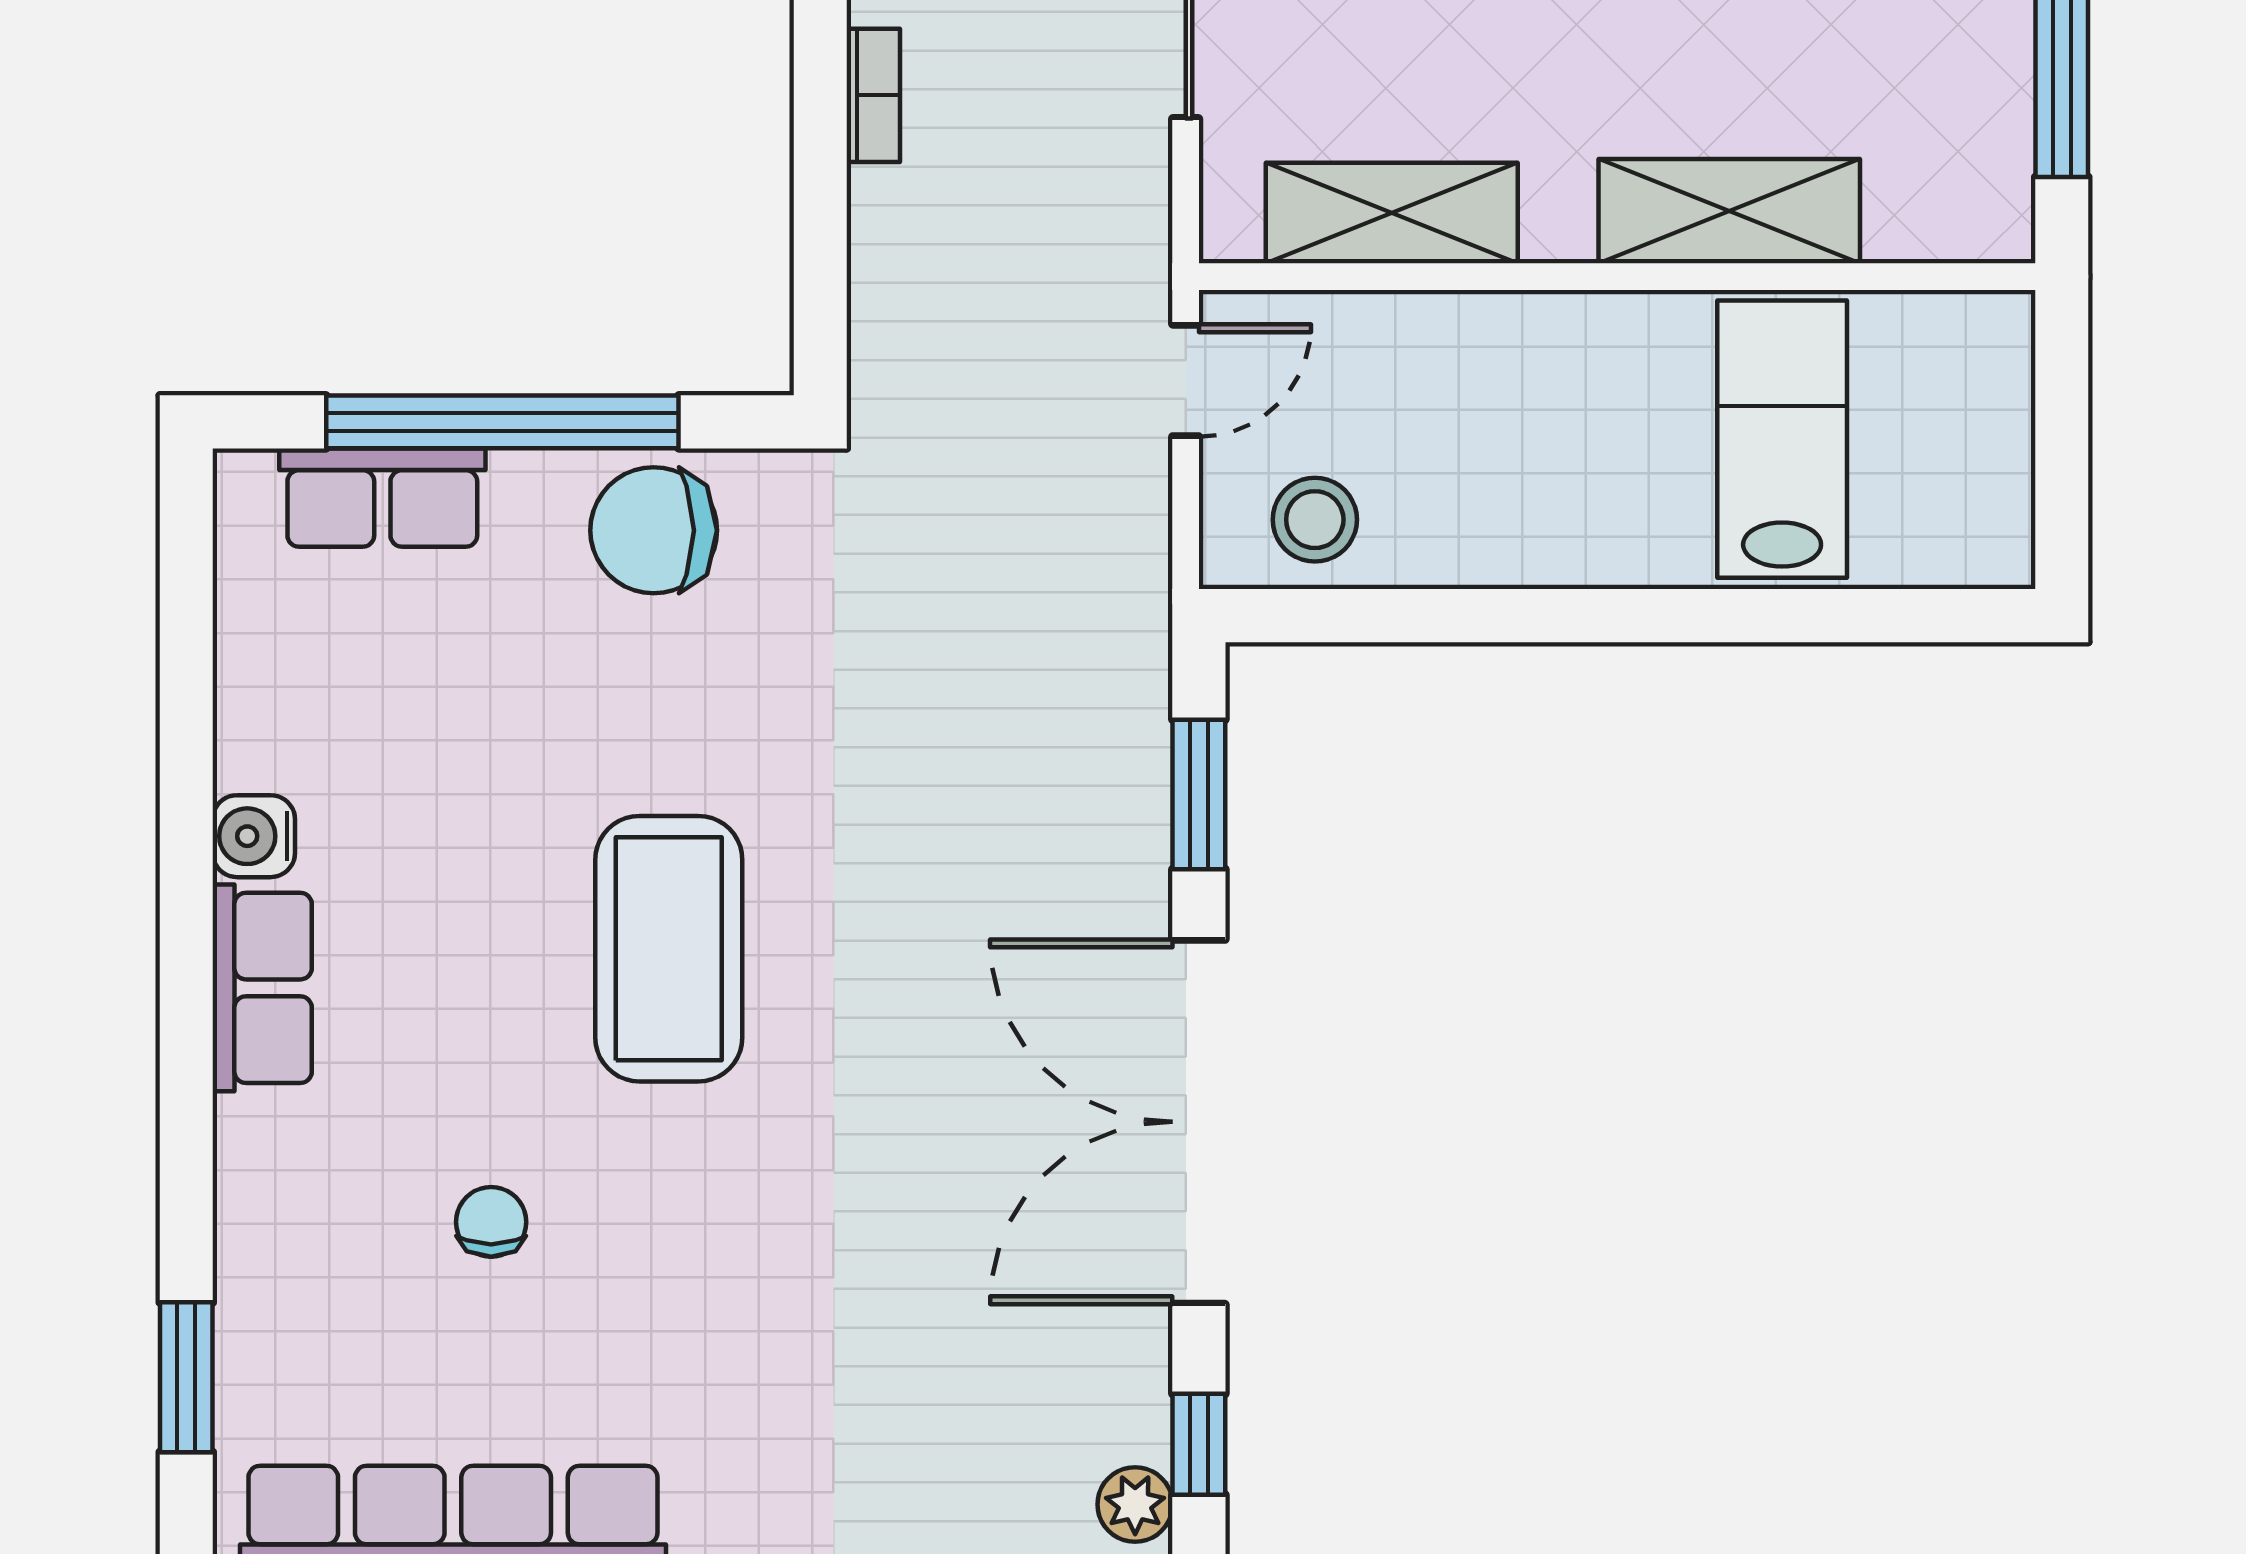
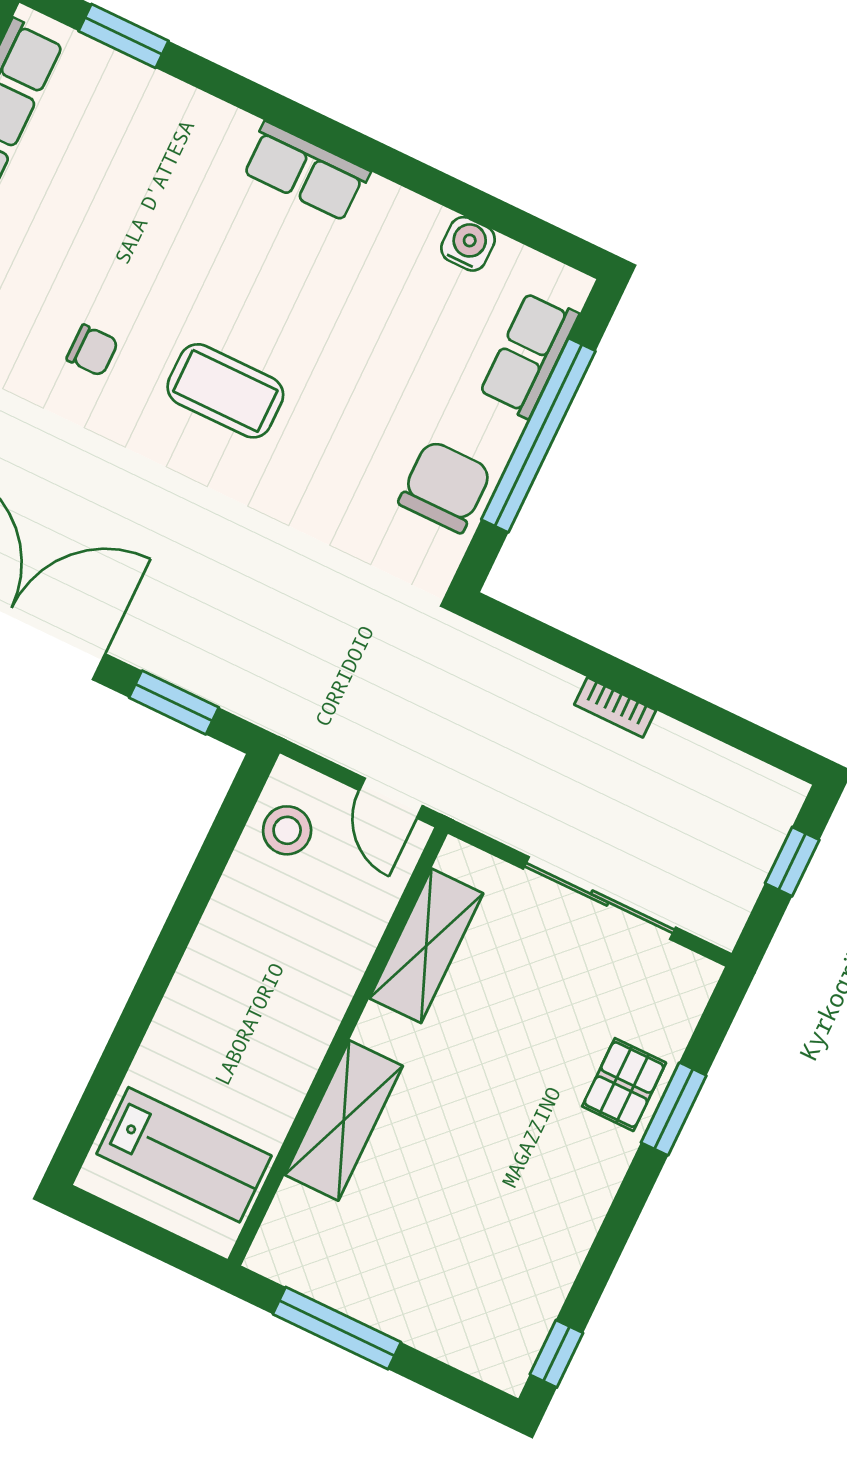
lab bench: (1782, 439) -> (184, 1155), moved
water cooler: (254, 836) -> (468, 244), moved
coffee table: (669, 949) -> (225, 391), width x0.73, depth x0.76
chair: (491, 1222) -> (92, 350), moved

